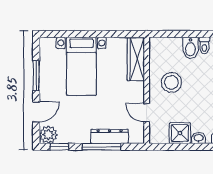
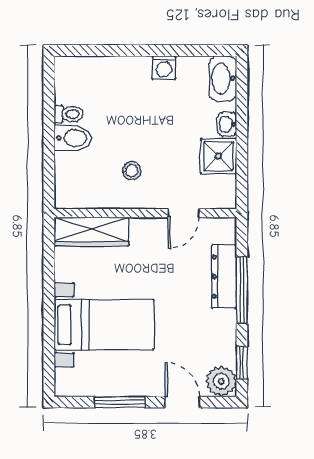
stool: (171, 82) -> (132, 171), width x0.53, depth x0.53

